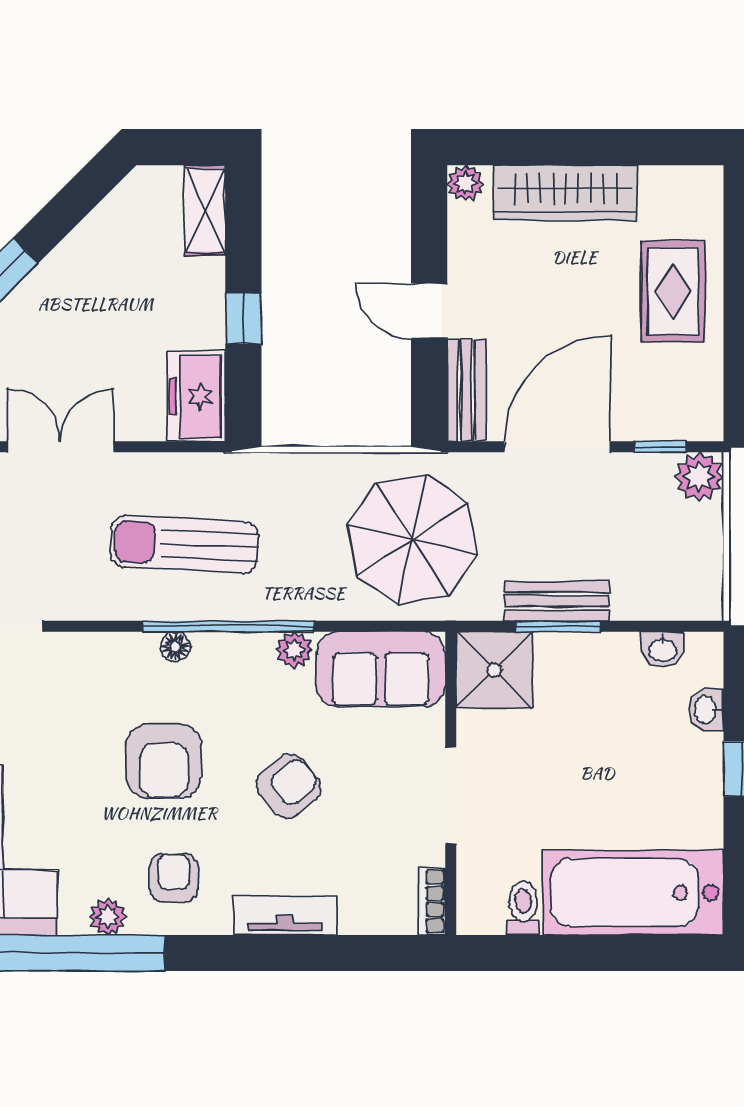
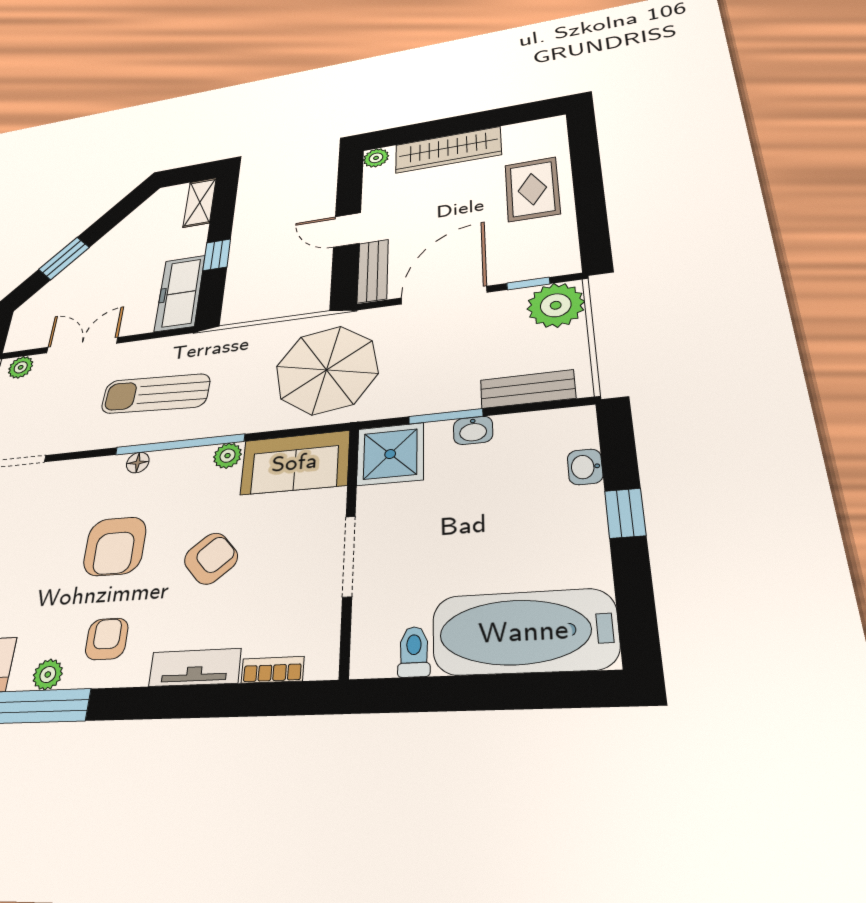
freezer: (196, 397) -> (180, 293), width x1.40
plant: (699, 477) -> (556, 305), width x1.36, depth x1.36
bench: (557, 601) -> (527, 389), moved
washbasin: (663, 649) -> (473, 430), moved
bookcase: (432, 901) -> (272, 670), moved, turned 90

